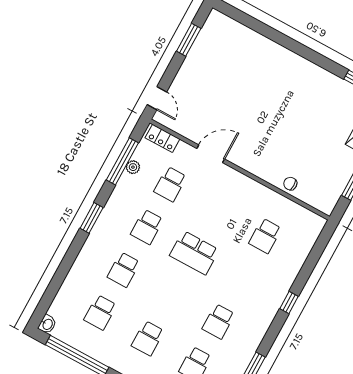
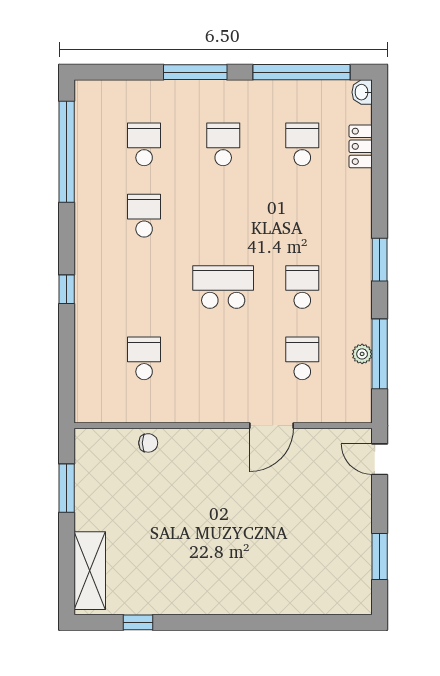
locker: (162, 138) -> (361, 146), moved, turned -90
school desk: (124, 270) -> (302, 216), removed

